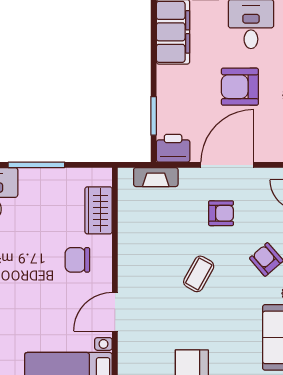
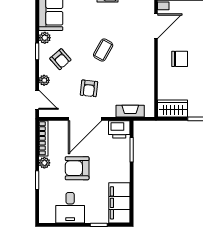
armchair: (240, 87) -> (77, 168), turned 180
wardrobe: (99, 210) -> (173, 109), moved, turned -90
armchair: (221, 213) -> (89, 88), turned -84

